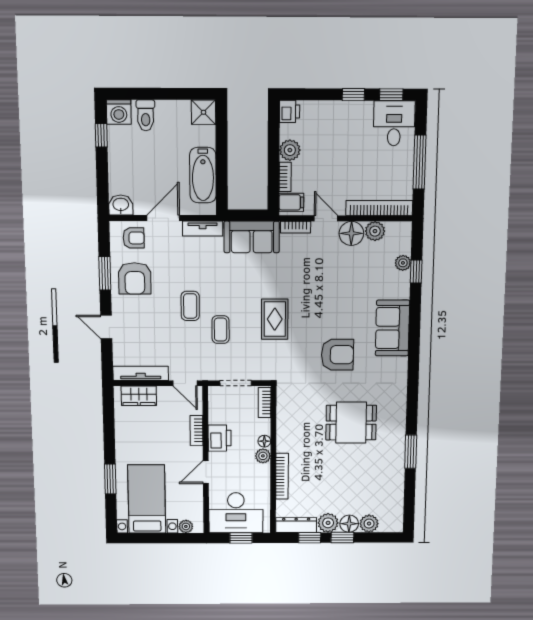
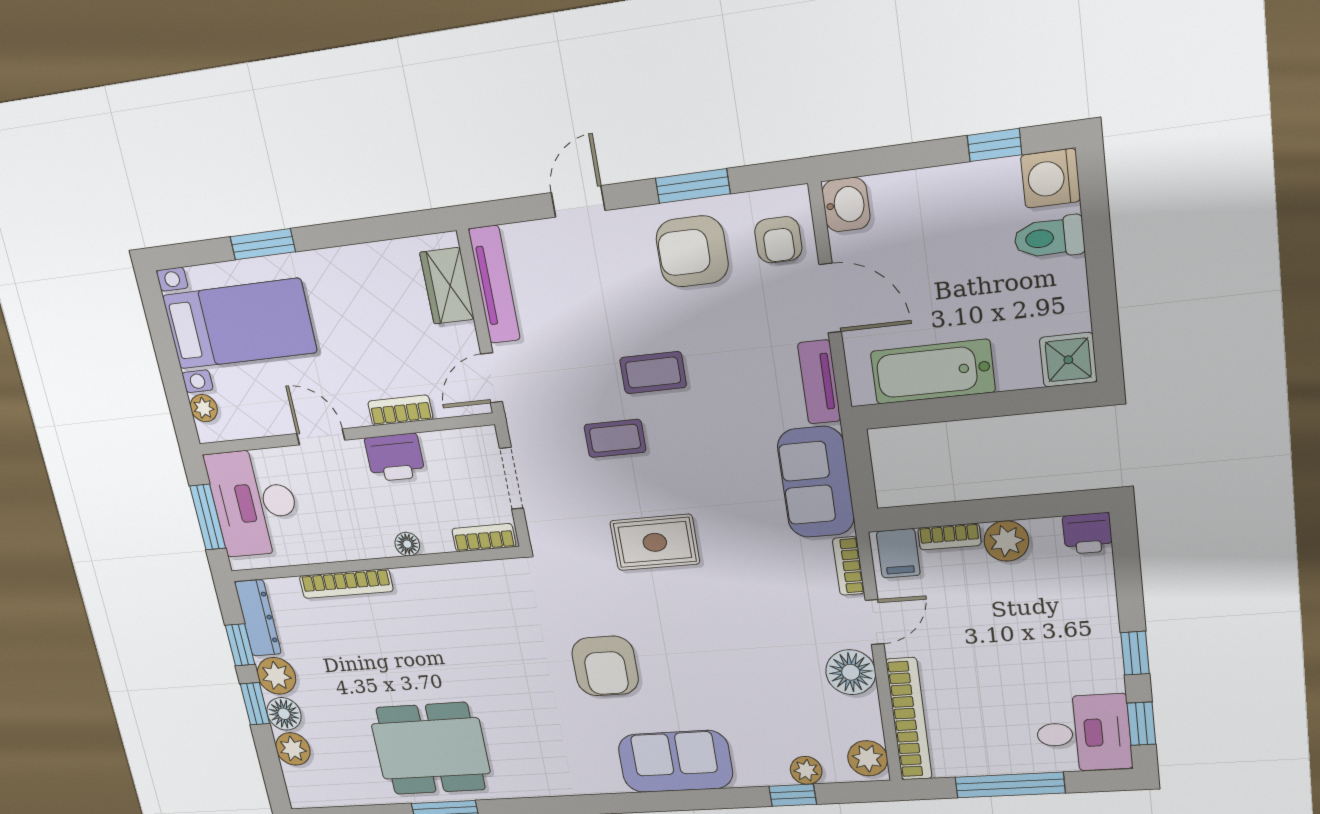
plant: (375, 231) -> (868, 758), moved
dining table: (351, 423) -> (431, 749), moved, width x1.37
plant: (263, 456) -> (378, 544), removed
window: (241, 538) -> (208, 517), width x1.50

